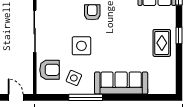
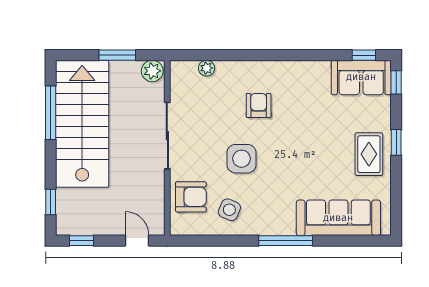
sofa: (121, 83) -> (338, 218), moved
window: (86, 97) -> (286, 241), moved

